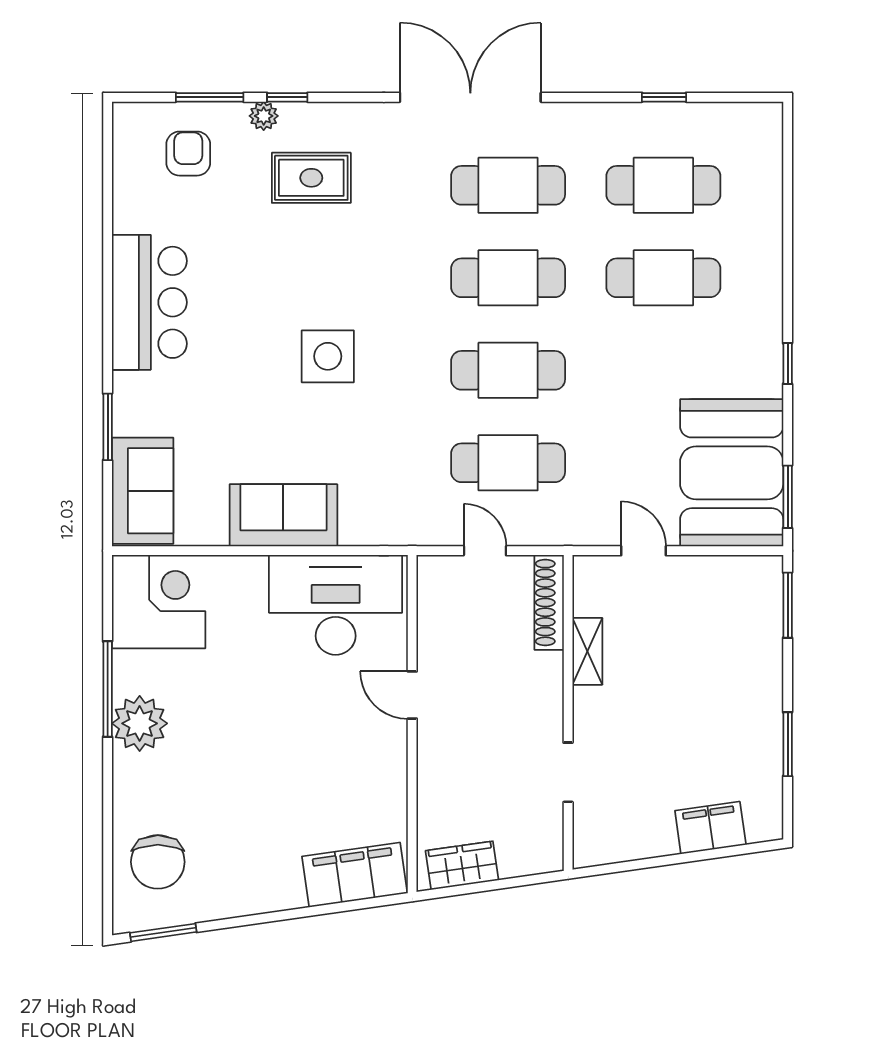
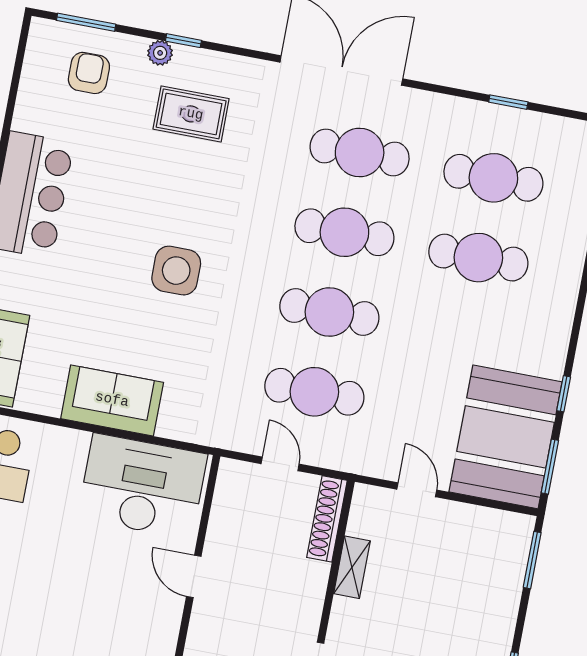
window: (210, 97) -> (86, 22), moved
window: (788, 364) -> (564, 394), moved

